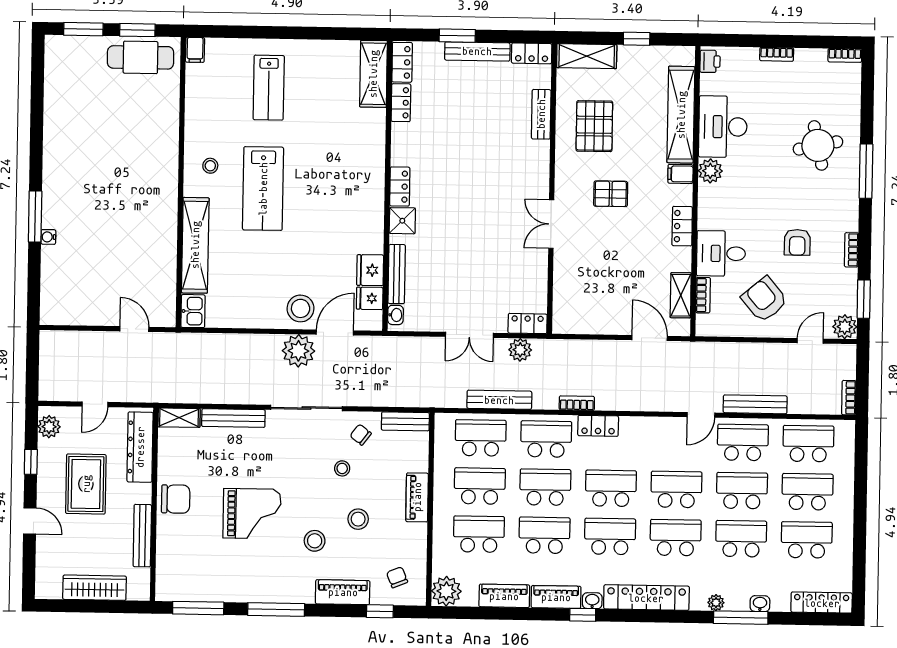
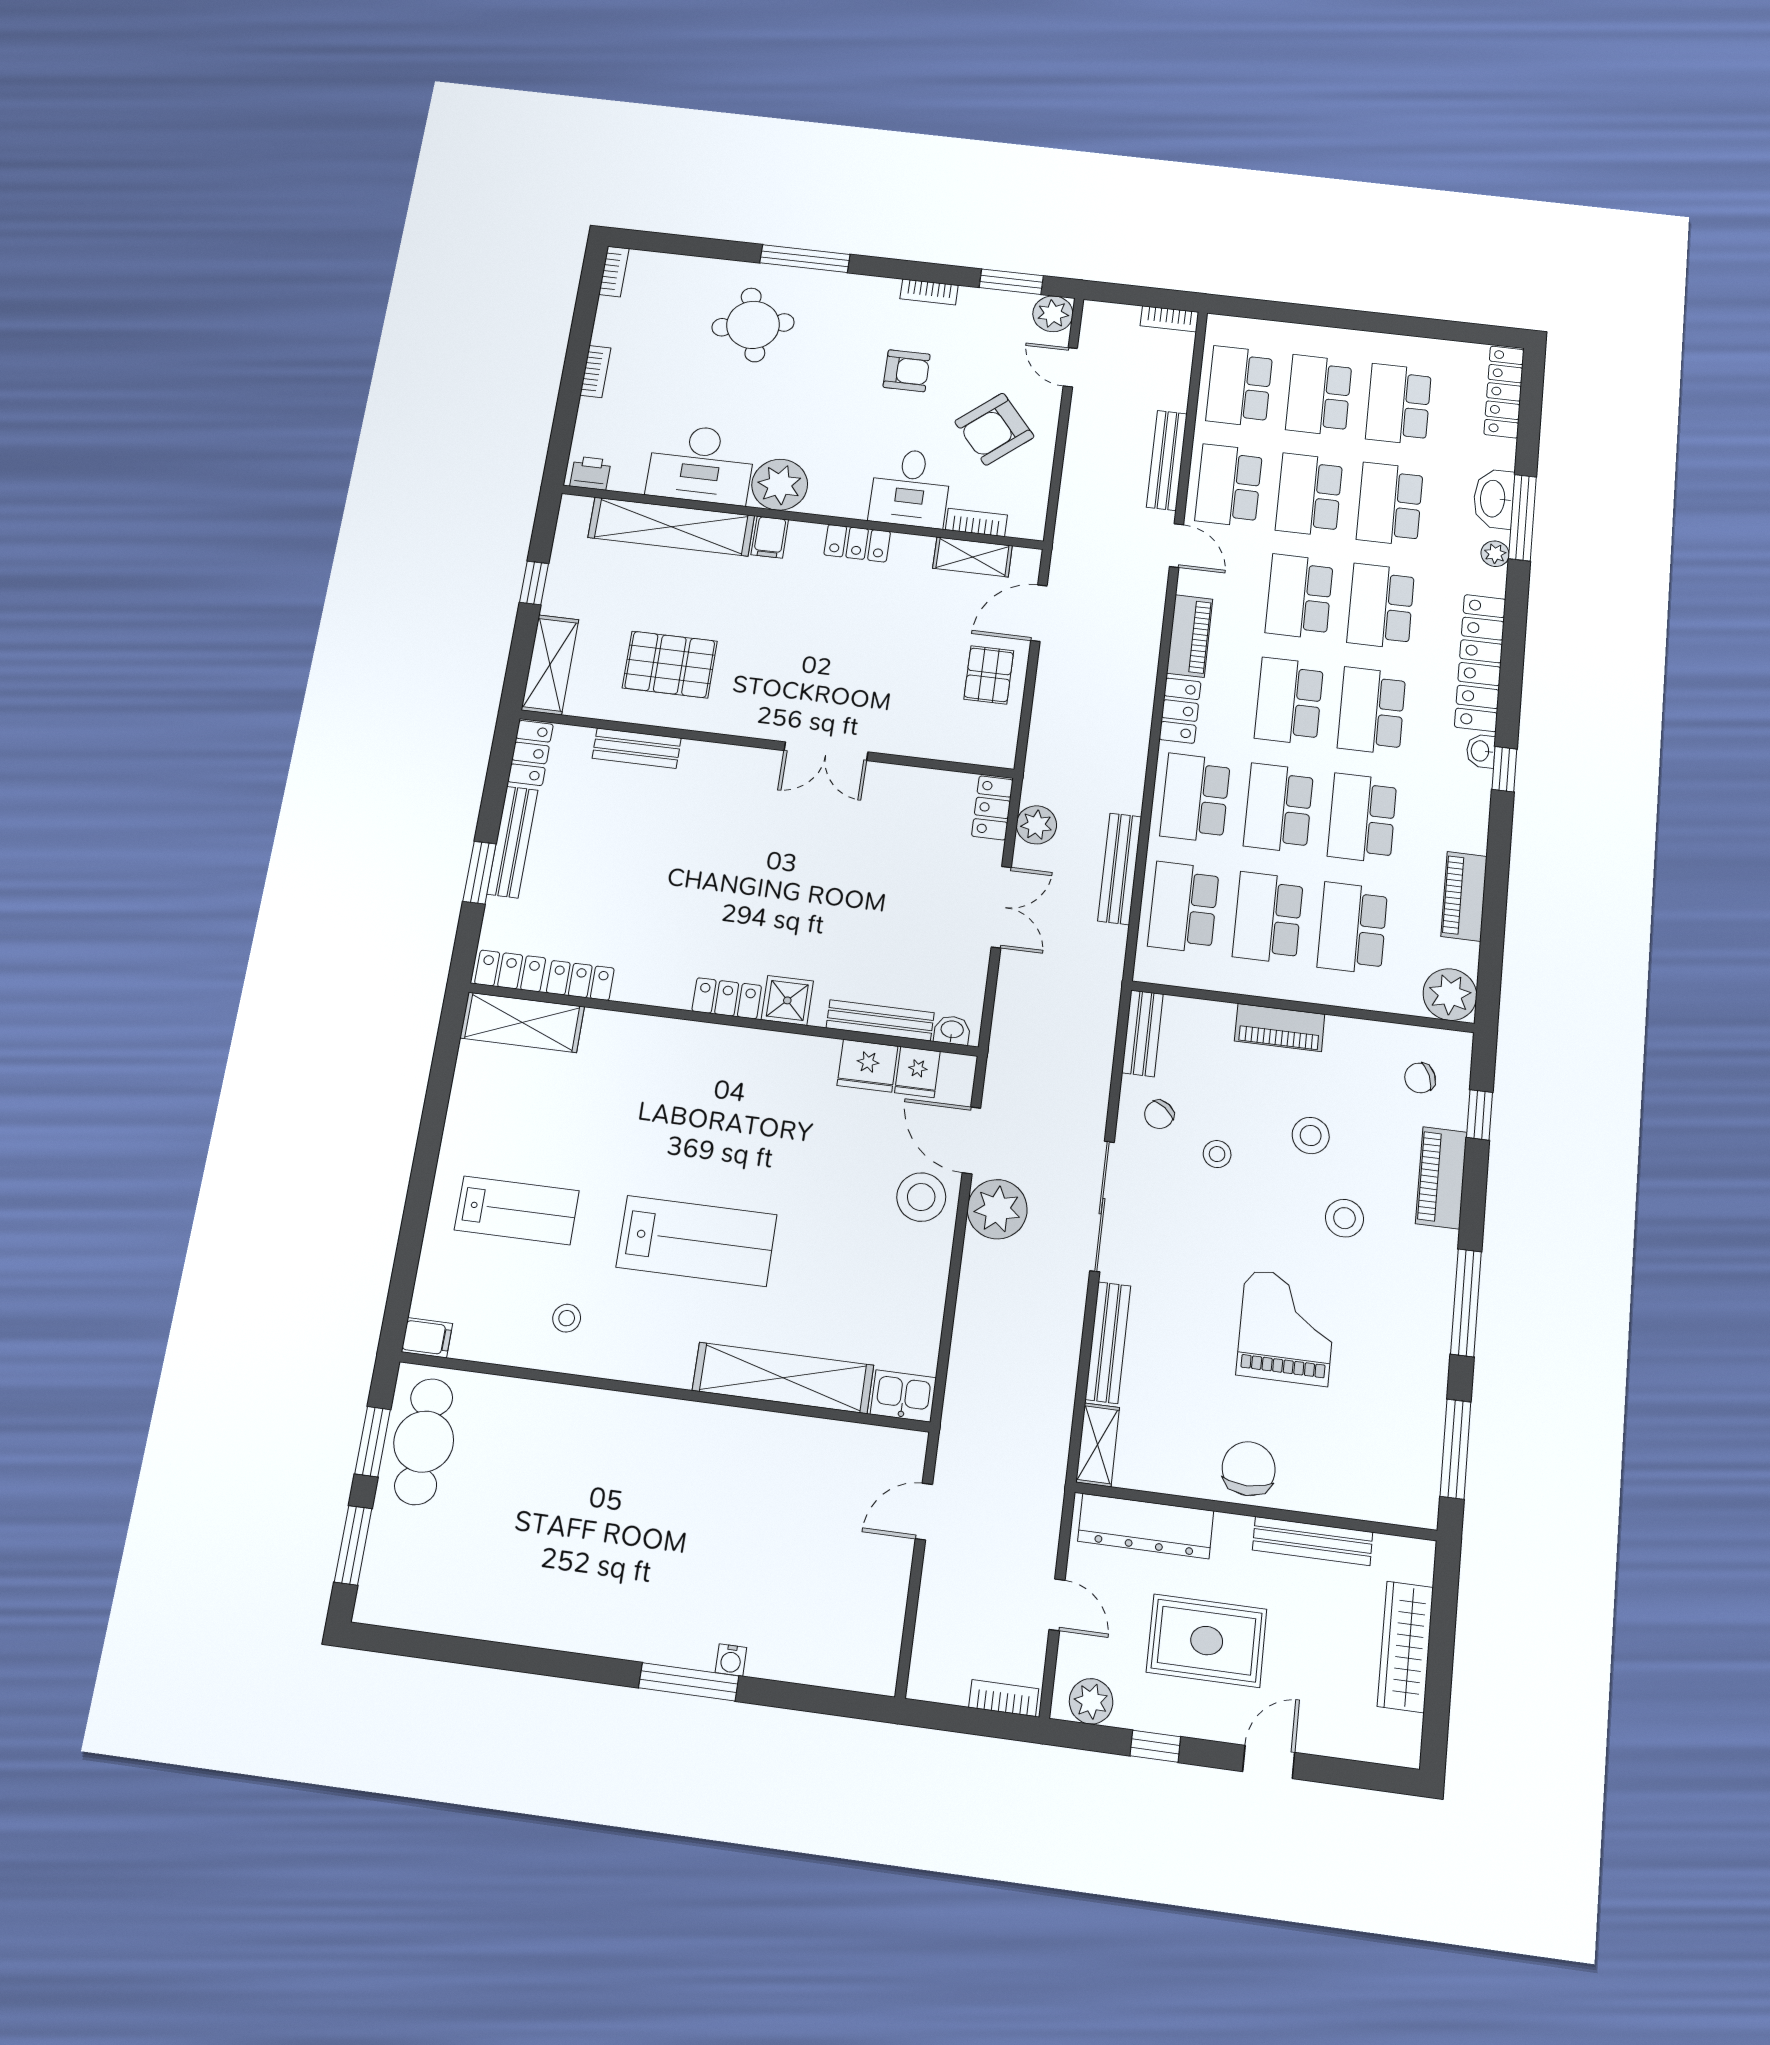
stool: (210, 166) -> (567, 1318), moved
plant: (710, 171) -> (780, 485), width x1.36, depth x1.36
pallet: (611, 194) -> (989, 675), moved
bookcase: (577, 403) -> (1004, 1698), moved, turned 90
piano: (556, 597) -> (1190, 636), moved, turned 180
washbasin: (760, 604) -> (1494, 499), width x1.91, depth x1.45

